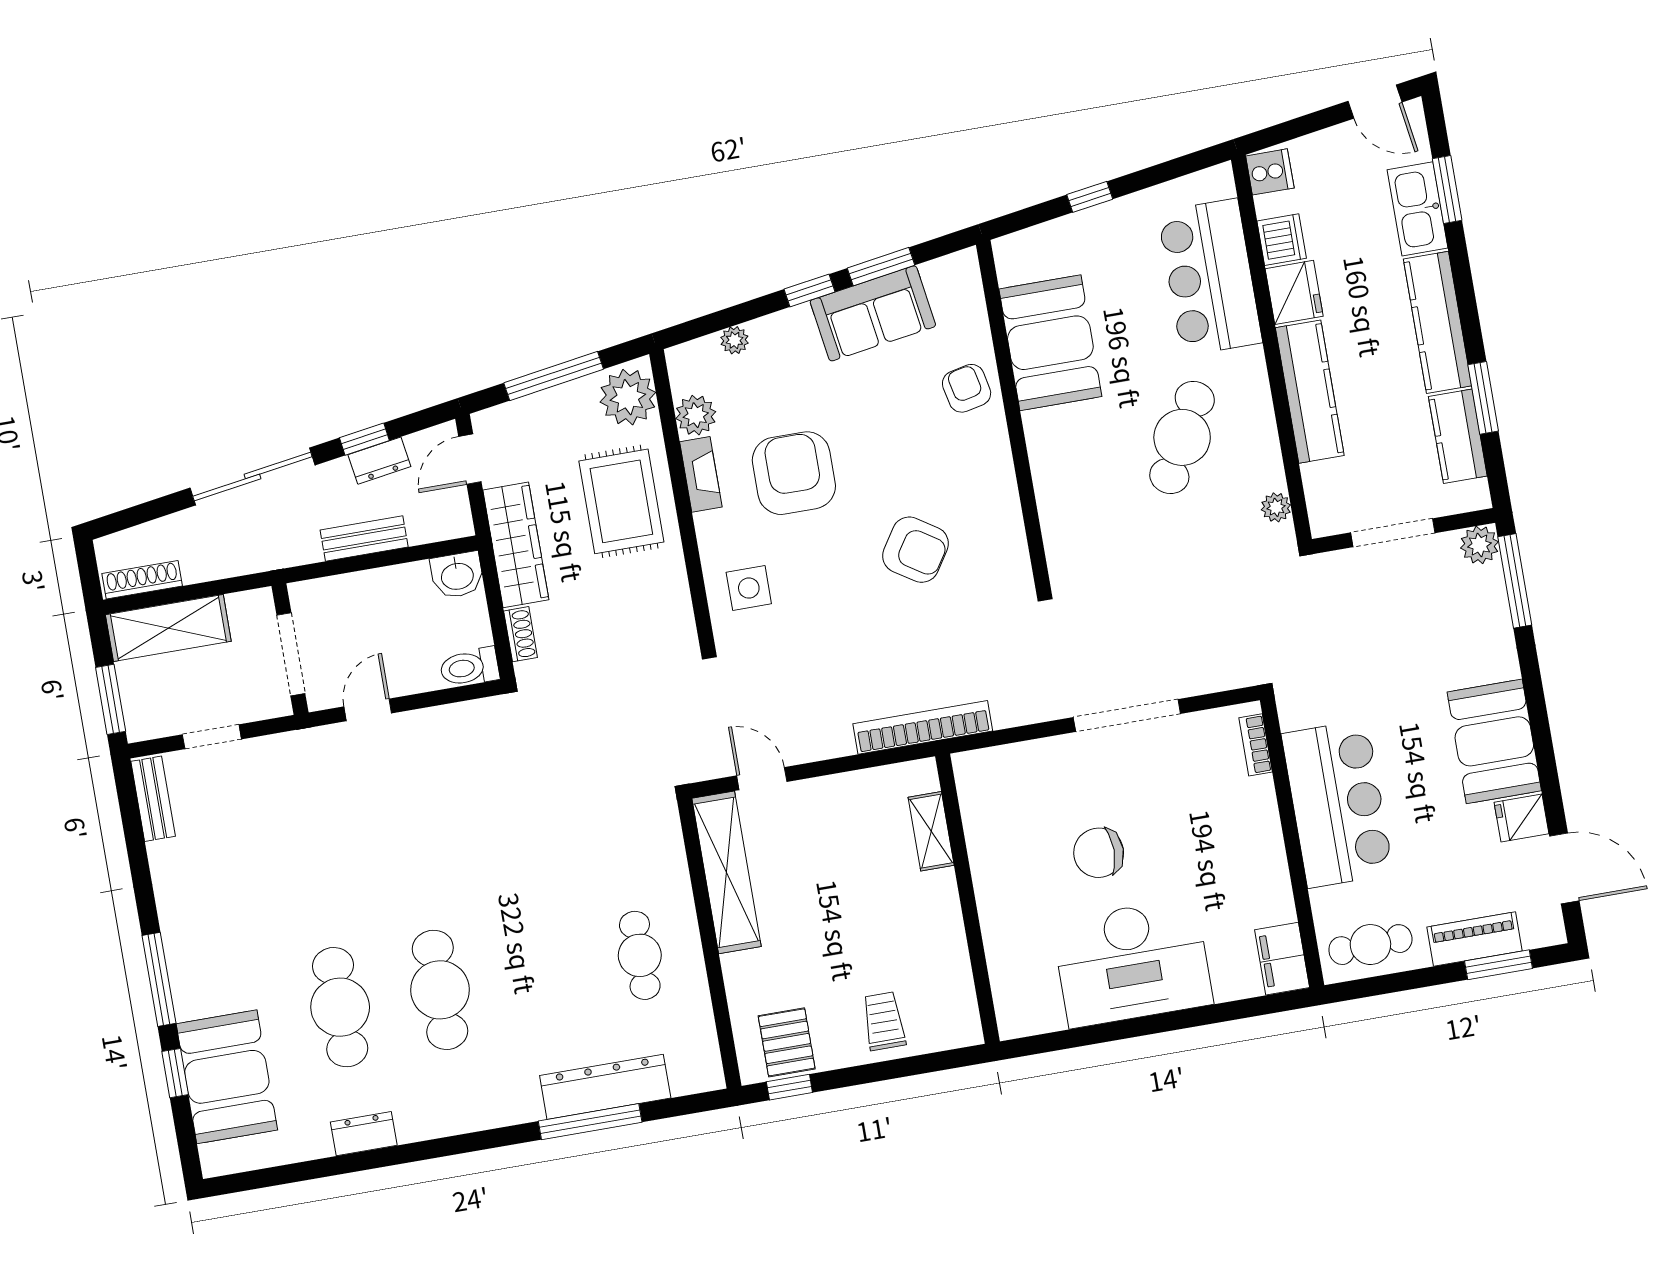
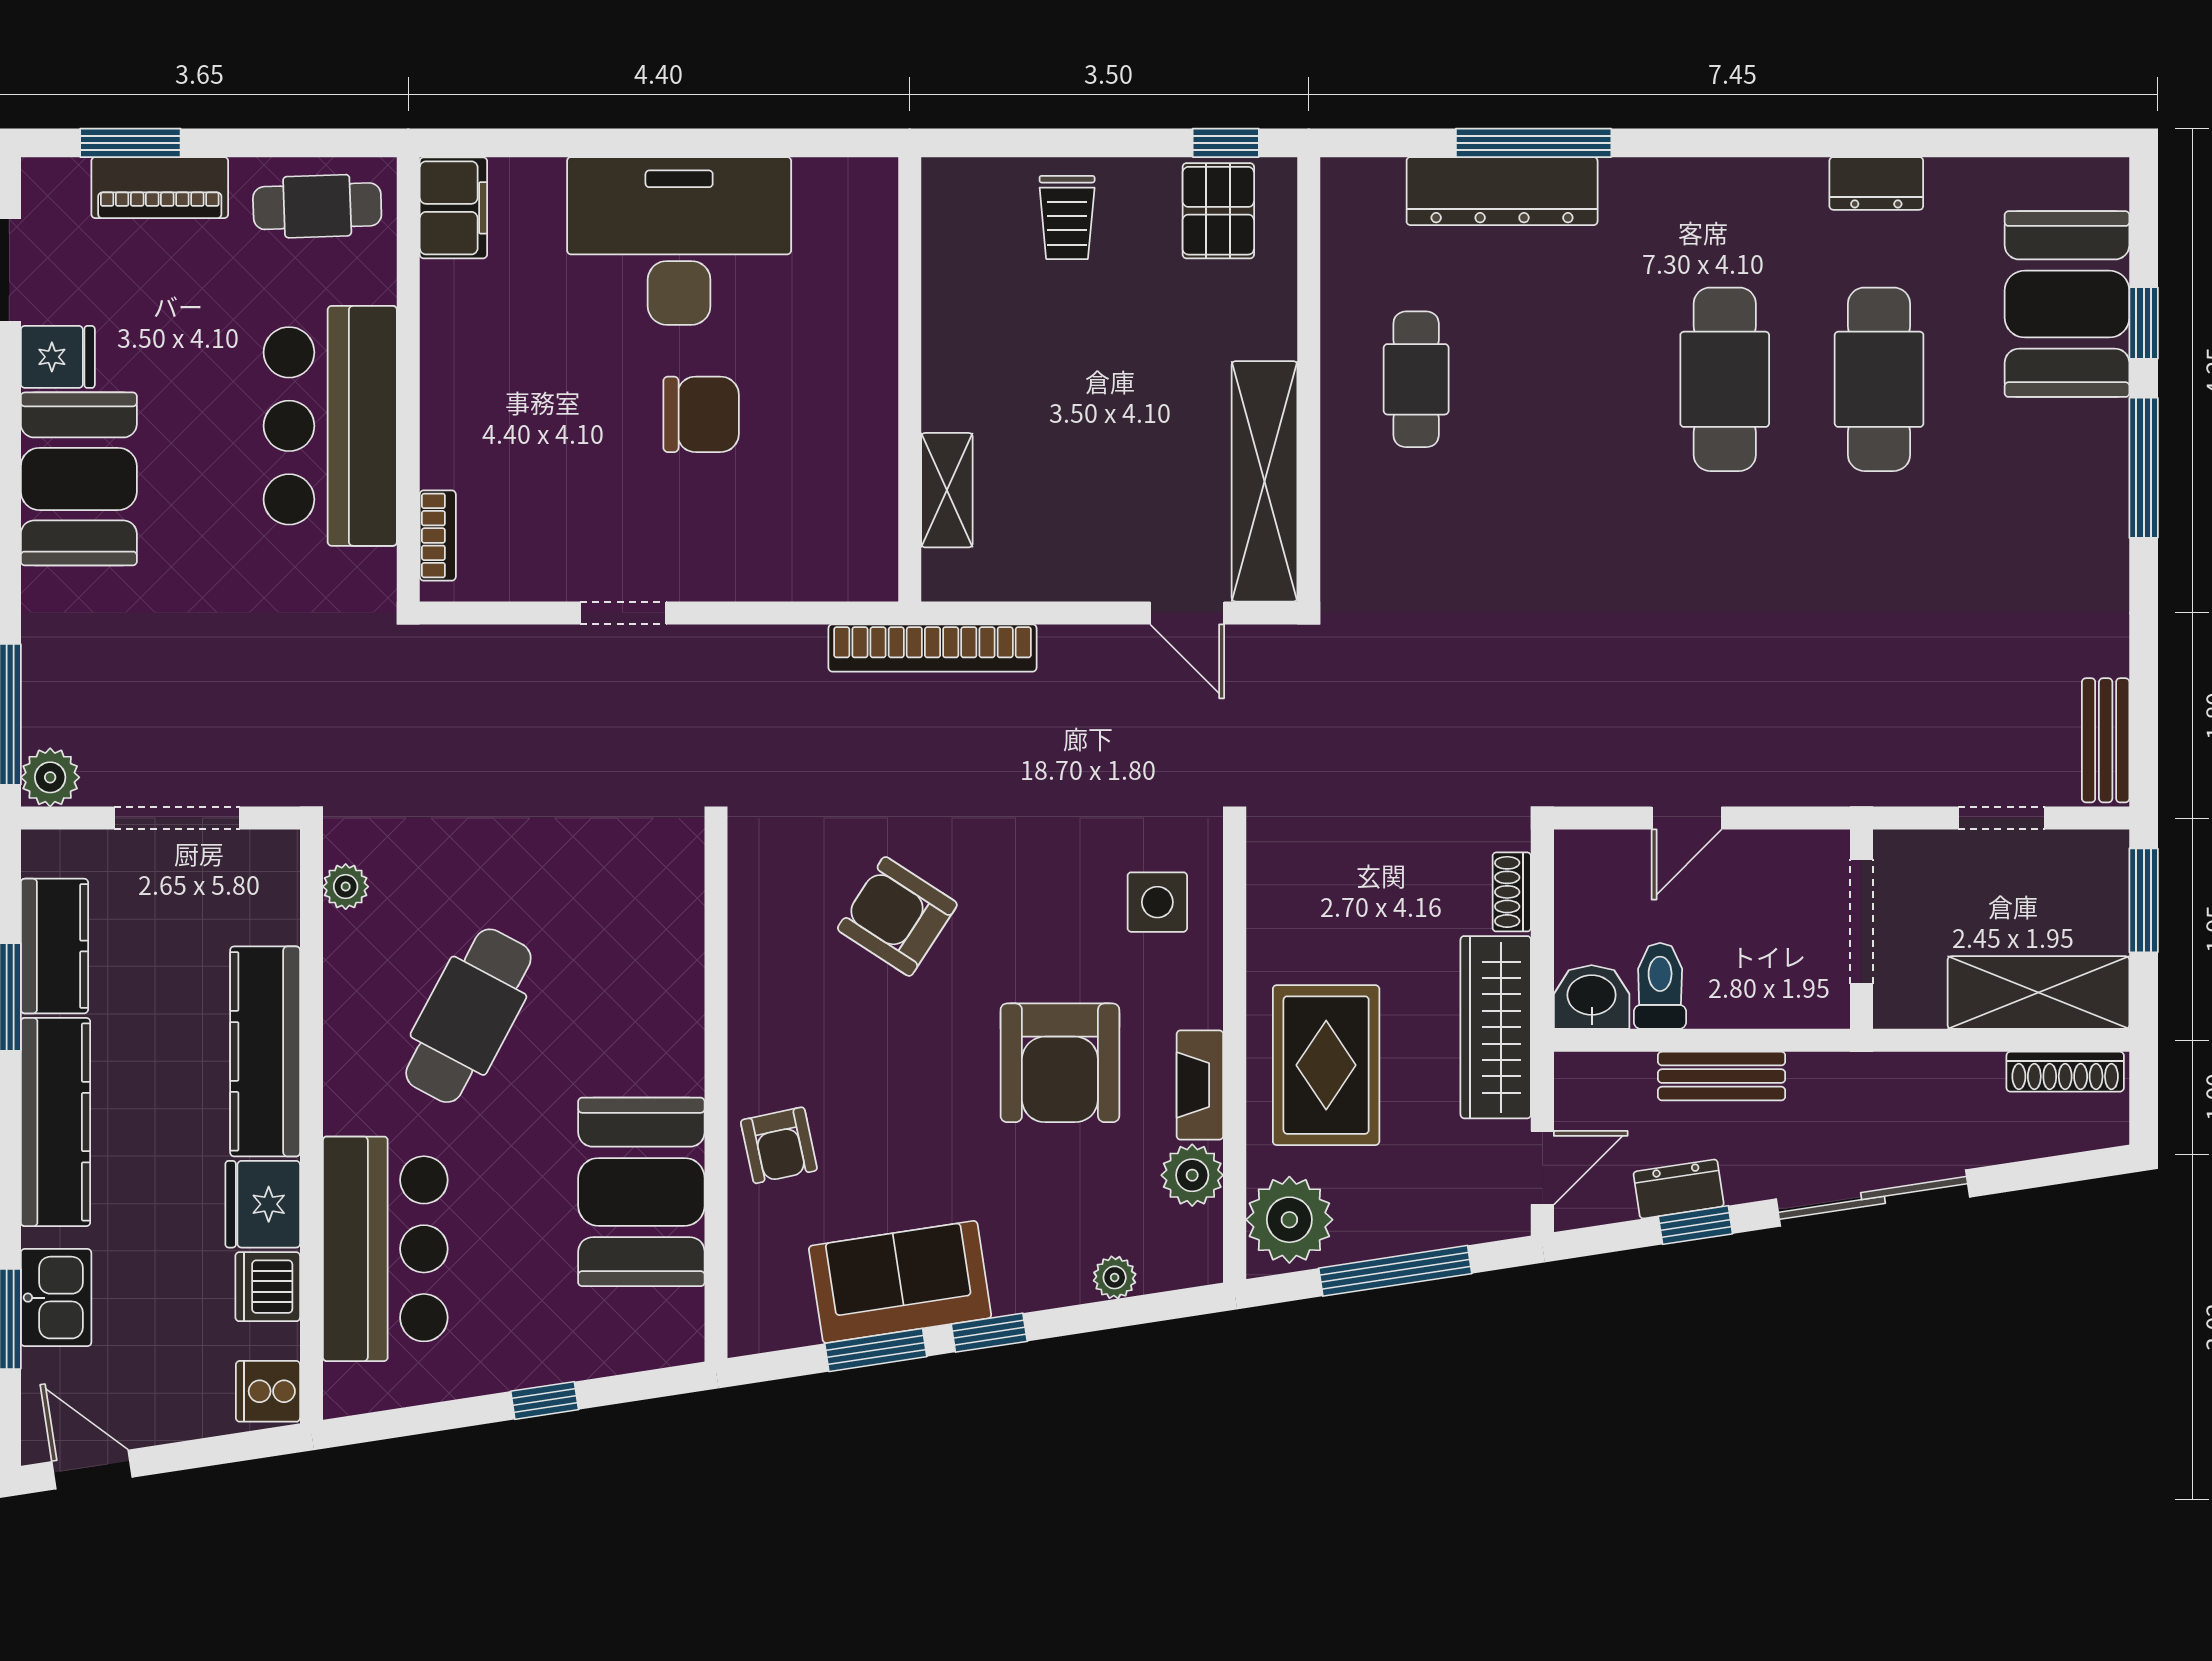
kitchen sink: (1417, 209) -> (56, 1298), width x0.73
toilet: (469, 667) -> (1660, 986), moved, turned -90
door: (368, 710) -> (1687, 818), moved
doorway: (1127, 715) -> (623, 613), width x0.53

